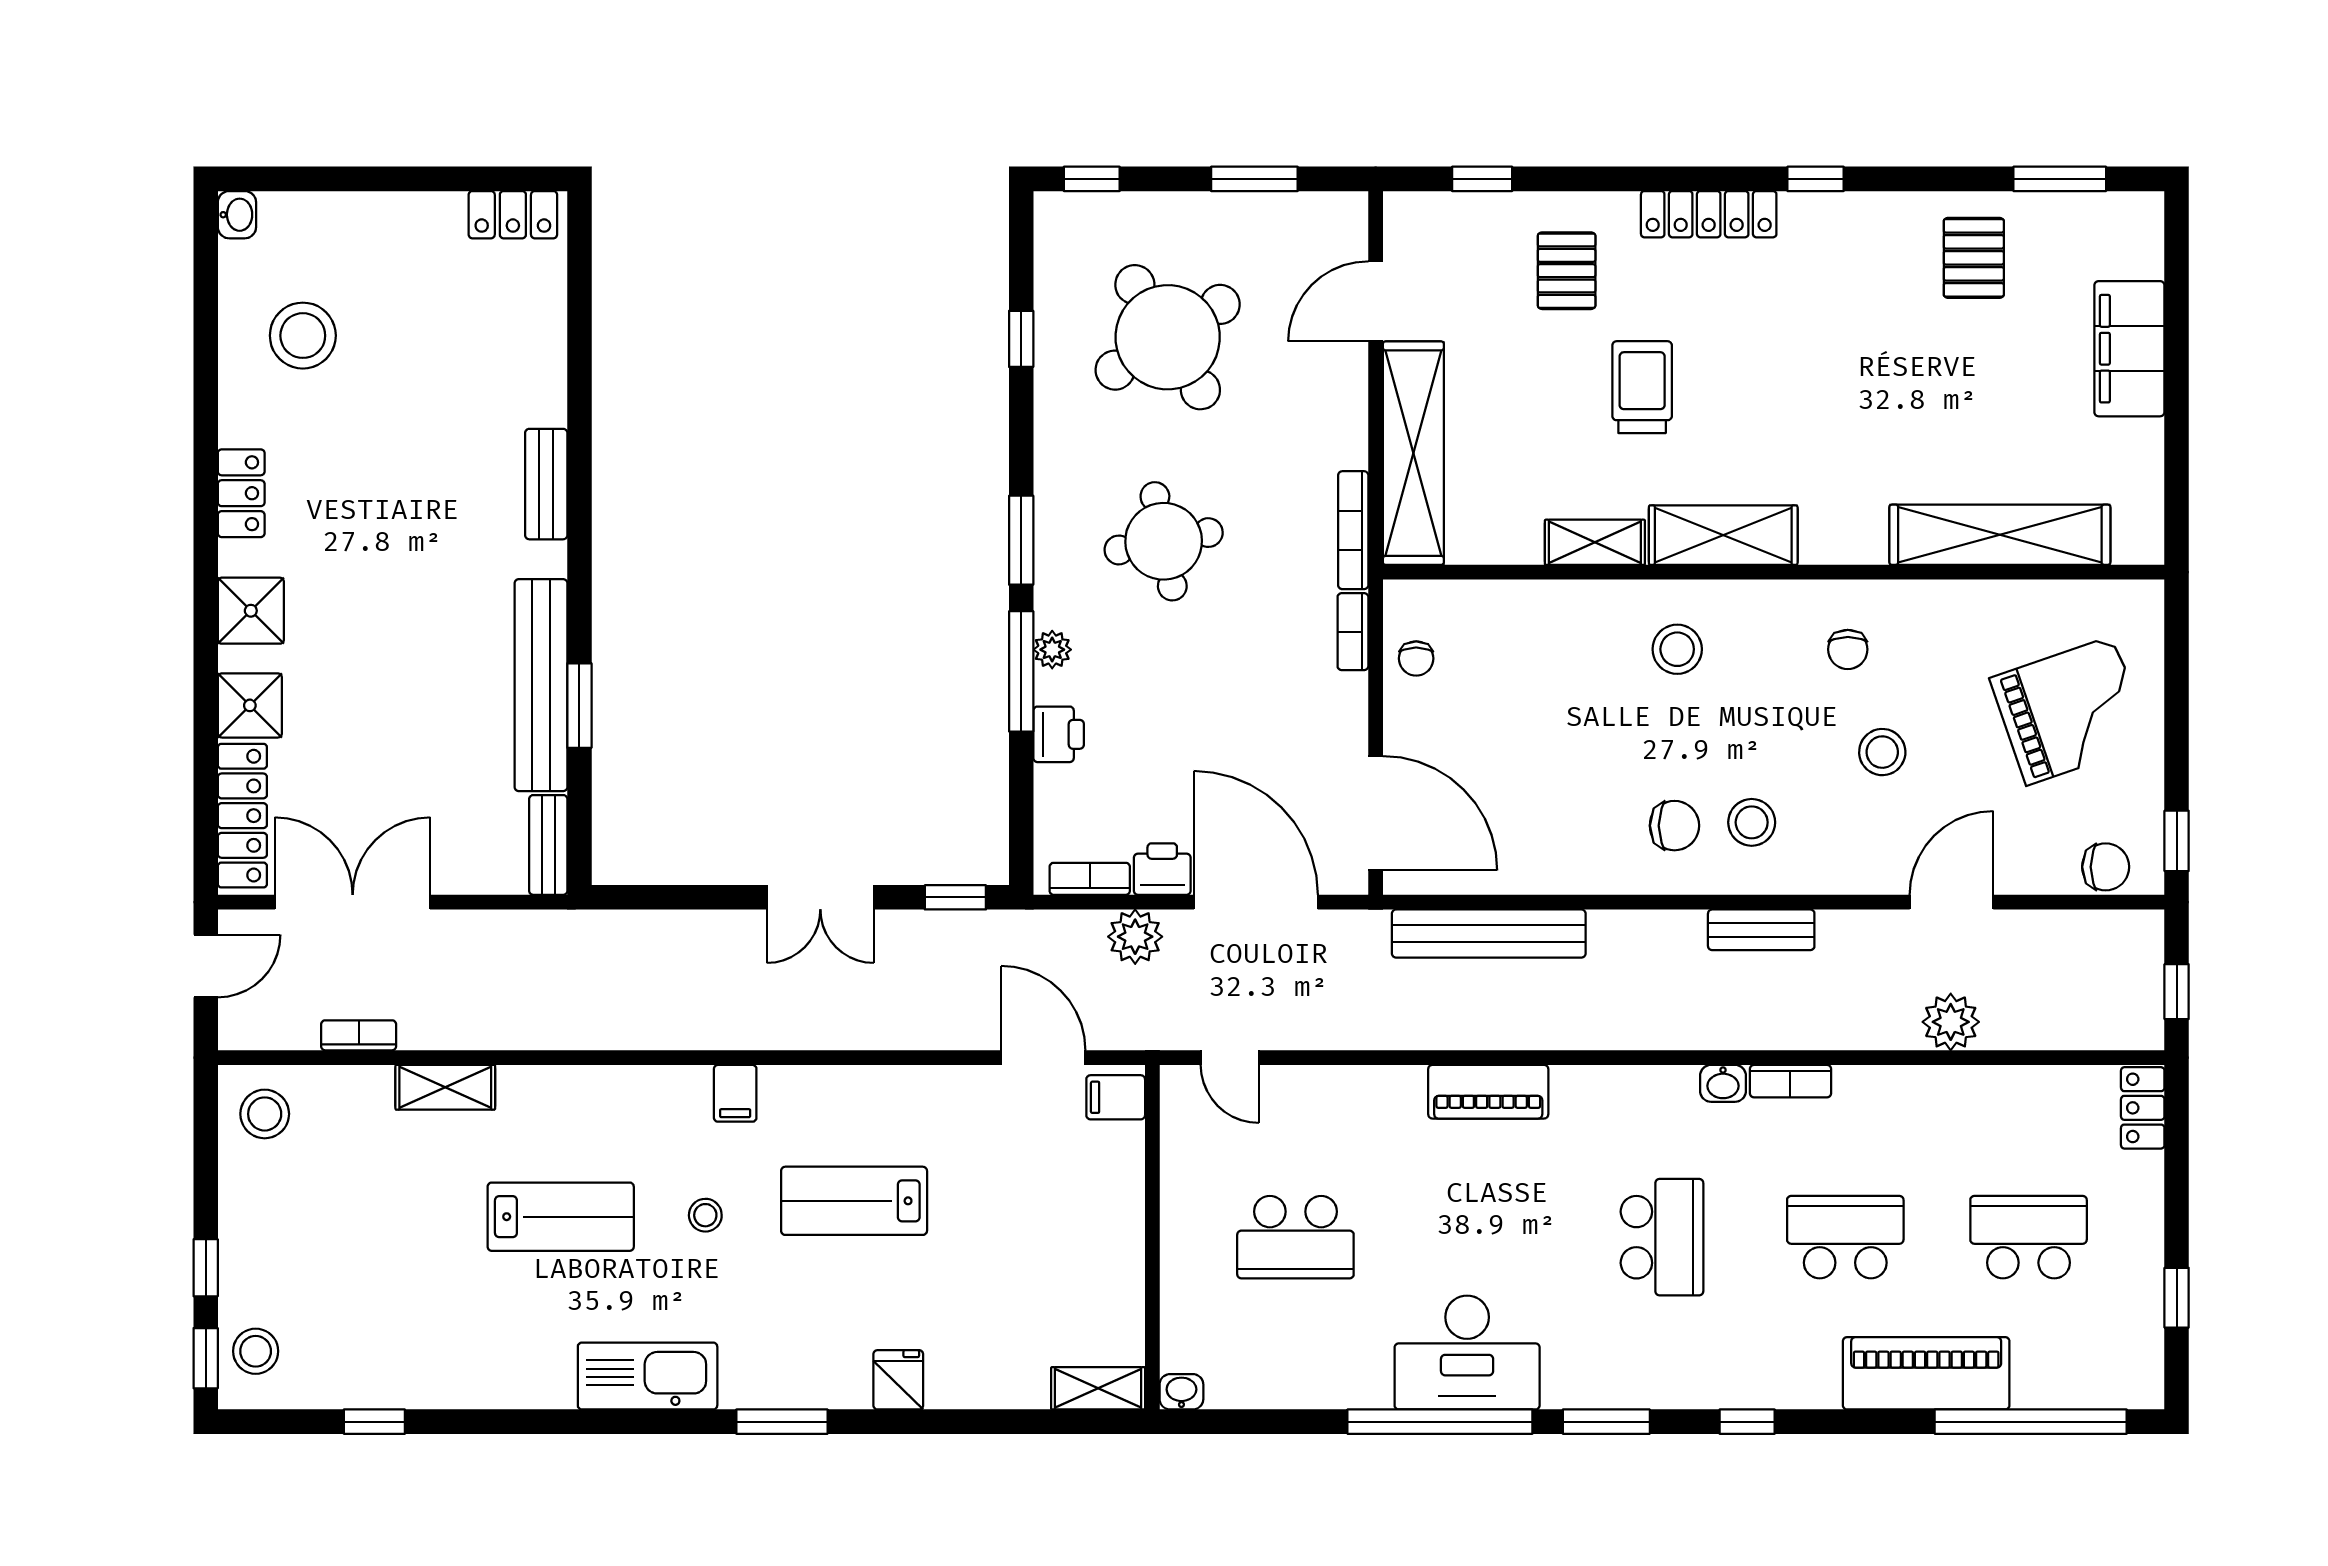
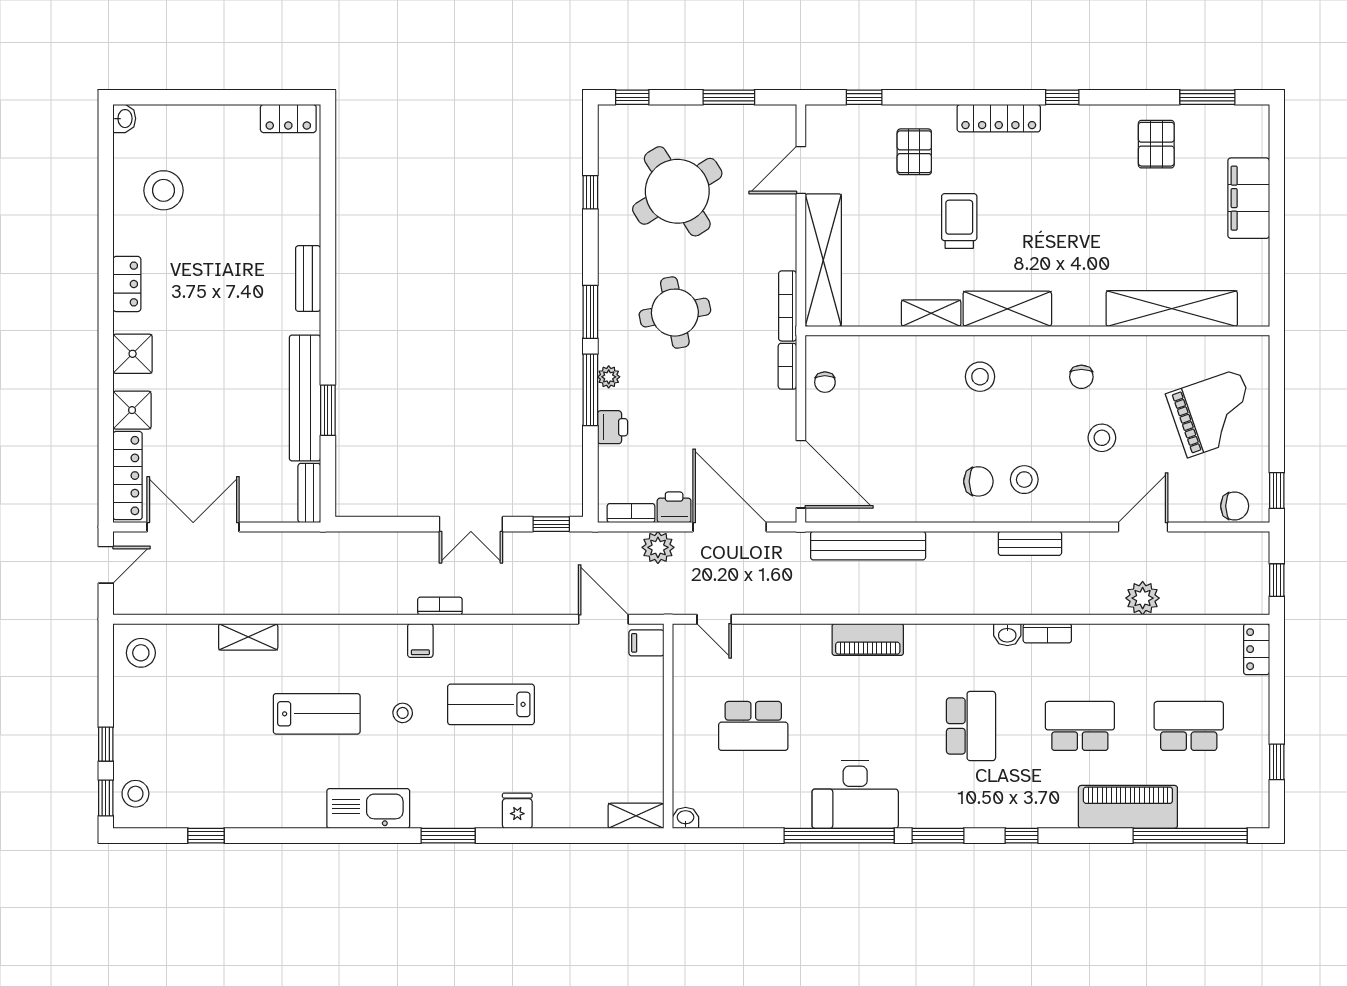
bookcase: (359, 1035) -> (440, 606), moved

